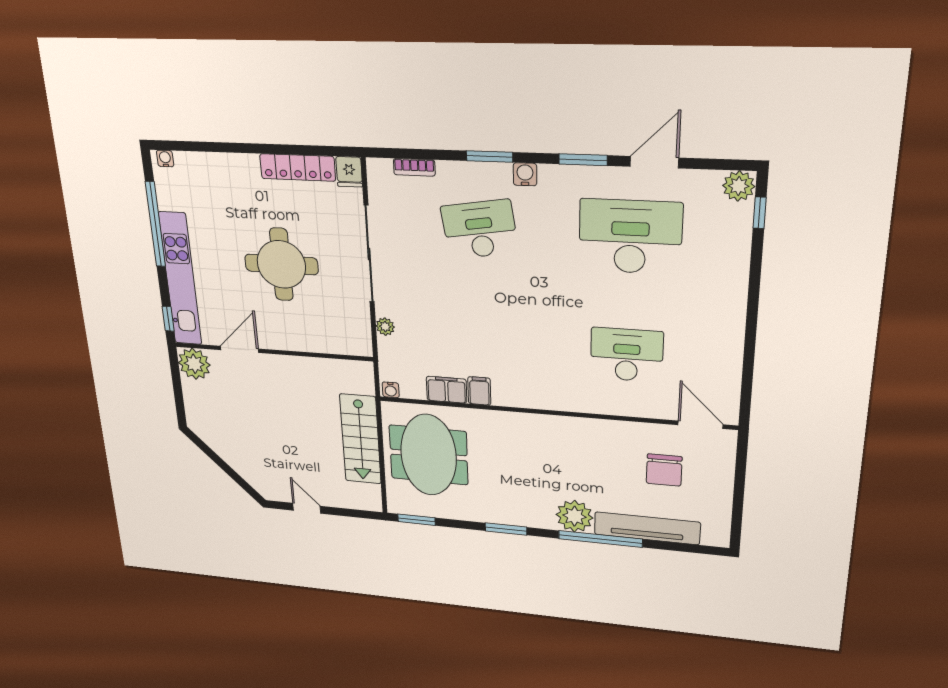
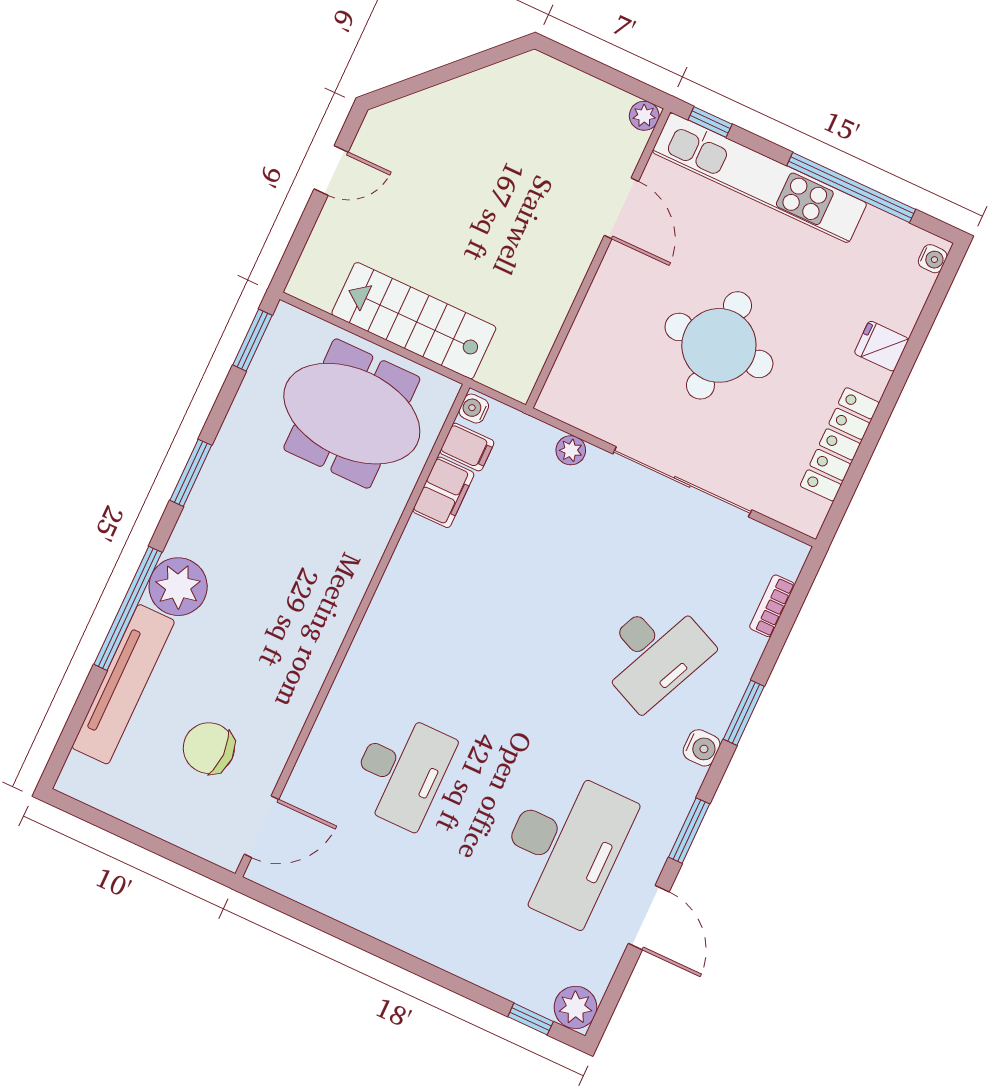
fridge: (349, 172) -> (881, 346), moved
desk: (480, 229) -> (654, 653), turned 33
plant: (194, 364) -> (644, 116), width x0.53, depth x0.53
filing cabinet: (479, 391) -> (467, 447), moved

